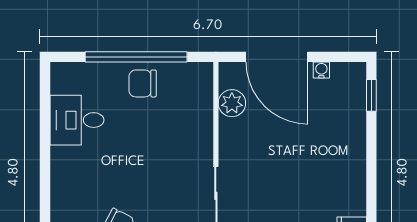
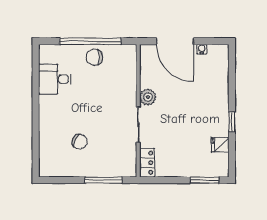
window: (371, 95) -> (232, 122), moved
plant: (232, 103) -> (148, 97), moved

